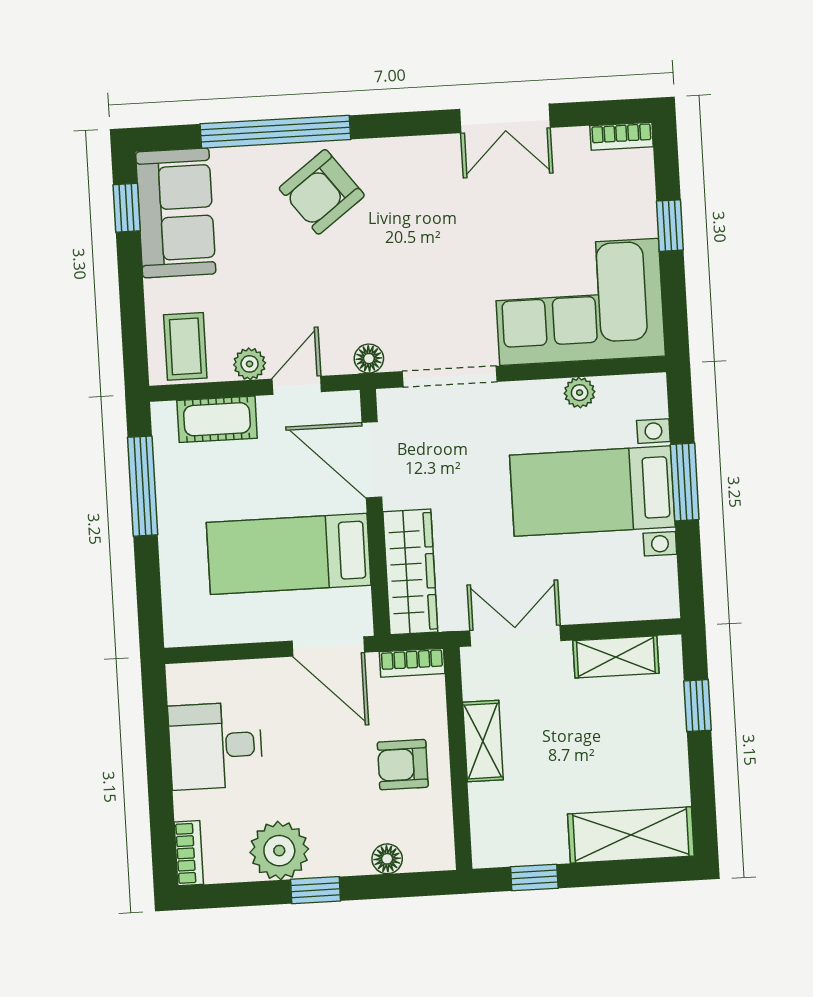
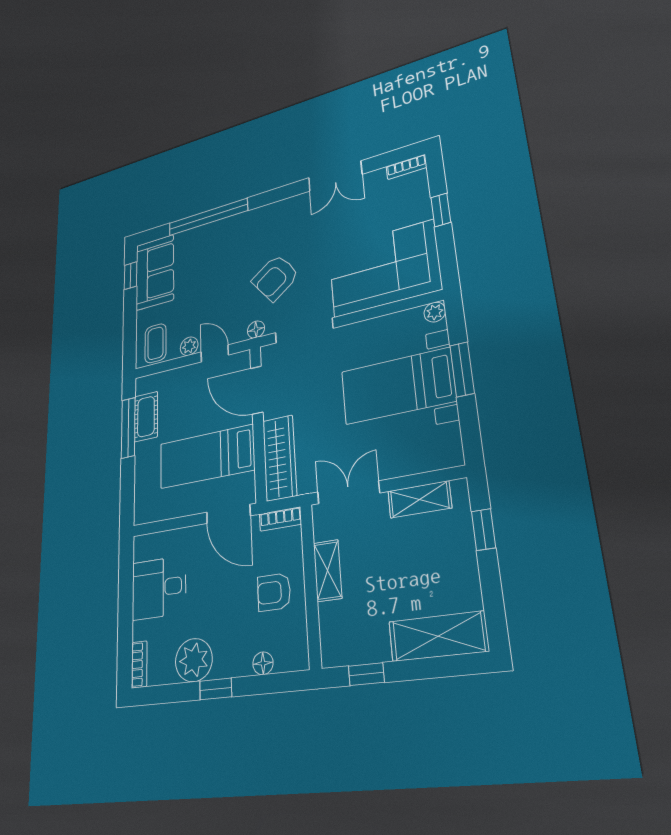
armchair: (322, 192) -> (275, 278), moved
door: (297, 385) -> (215, 353), hinge flipped
plant: (580, 393) -> (435, 312), moved
cot: (217, 419) -> (146, 417), moved, turned 90

